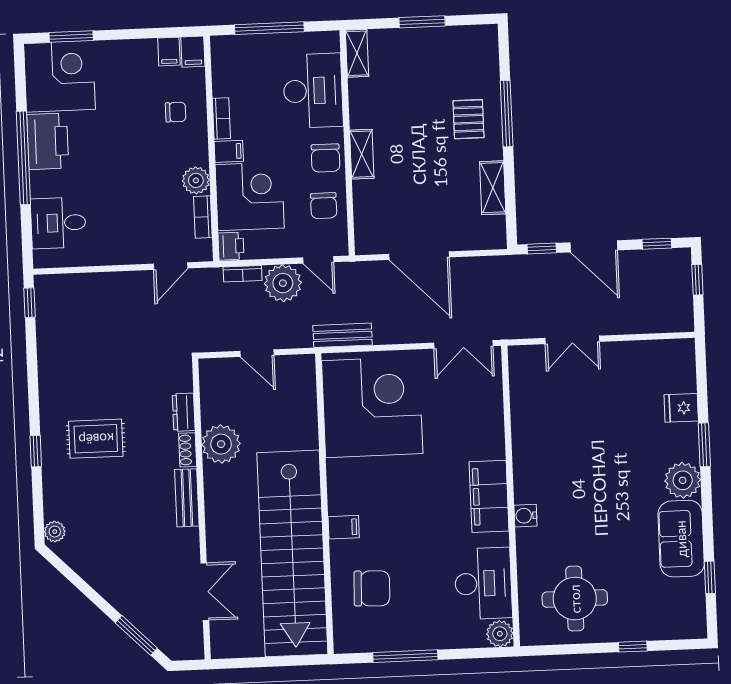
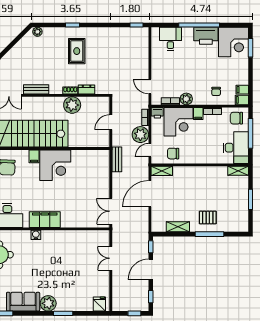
desk: (313, 91) -> (236, 148), moved, turned -90
shelving: (362, 154) -> (162, 171), moved
chair: (326, 158) -> (236, 118), moved
corner desk: (372, 407) -> (55, 165), moved, width x0.74, depth x0.74
fridge: (681, 408) -> (99, 304), moved
bench: (187, 498) -> (36, 89), moved

